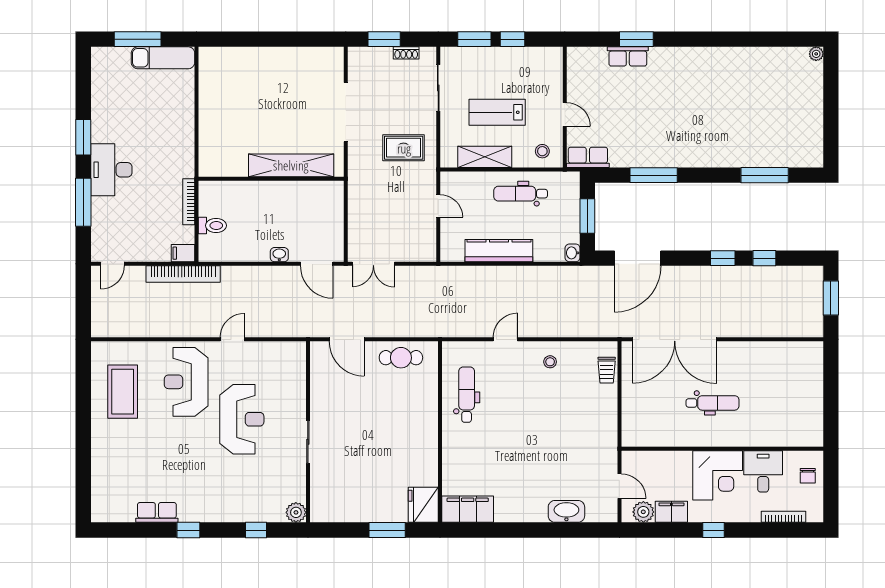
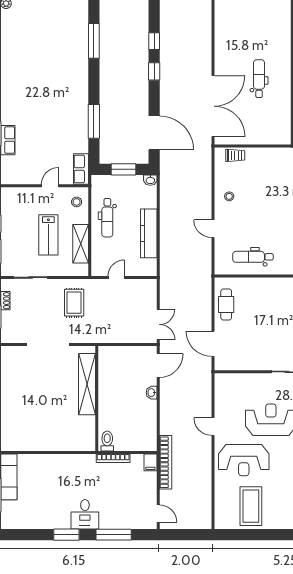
desk: (111, 170) -> (85, 514), width x0.73
toilet: (212, 226) -> (107, 441), moved
door: (347, 339) -> (213, 344), swing flipped
coffee table: (123, 392) -> (251, 506), turned 90

